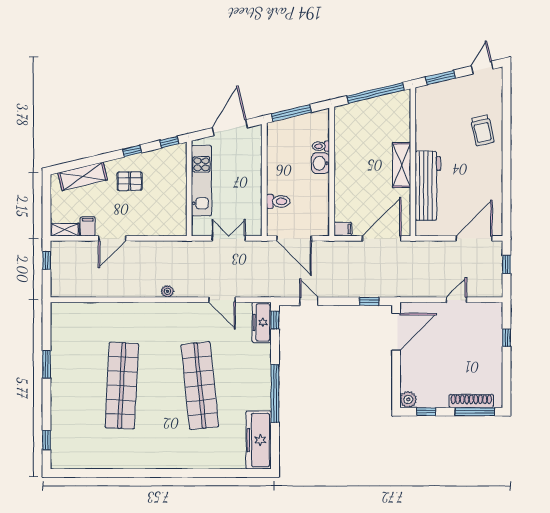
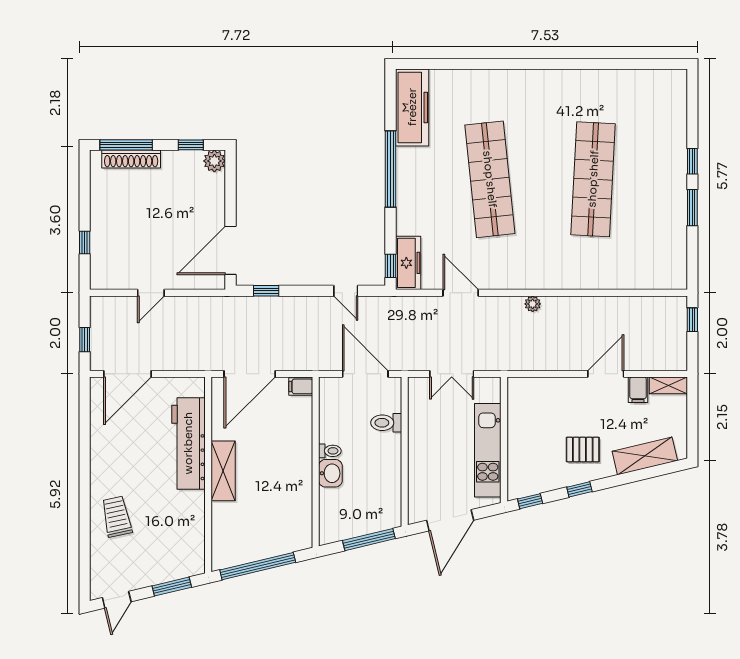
toilet: (321, 146) -> (330, 451), moved
window: (47, 260) -> (692, 320), moved
window: (47, 440) -> (692, 161), moved

